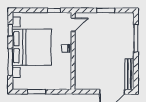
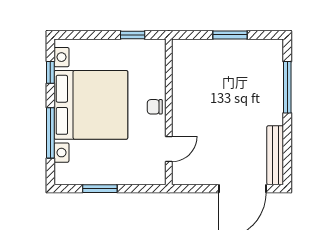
door: (73, 25) -> (169, 149), moved

